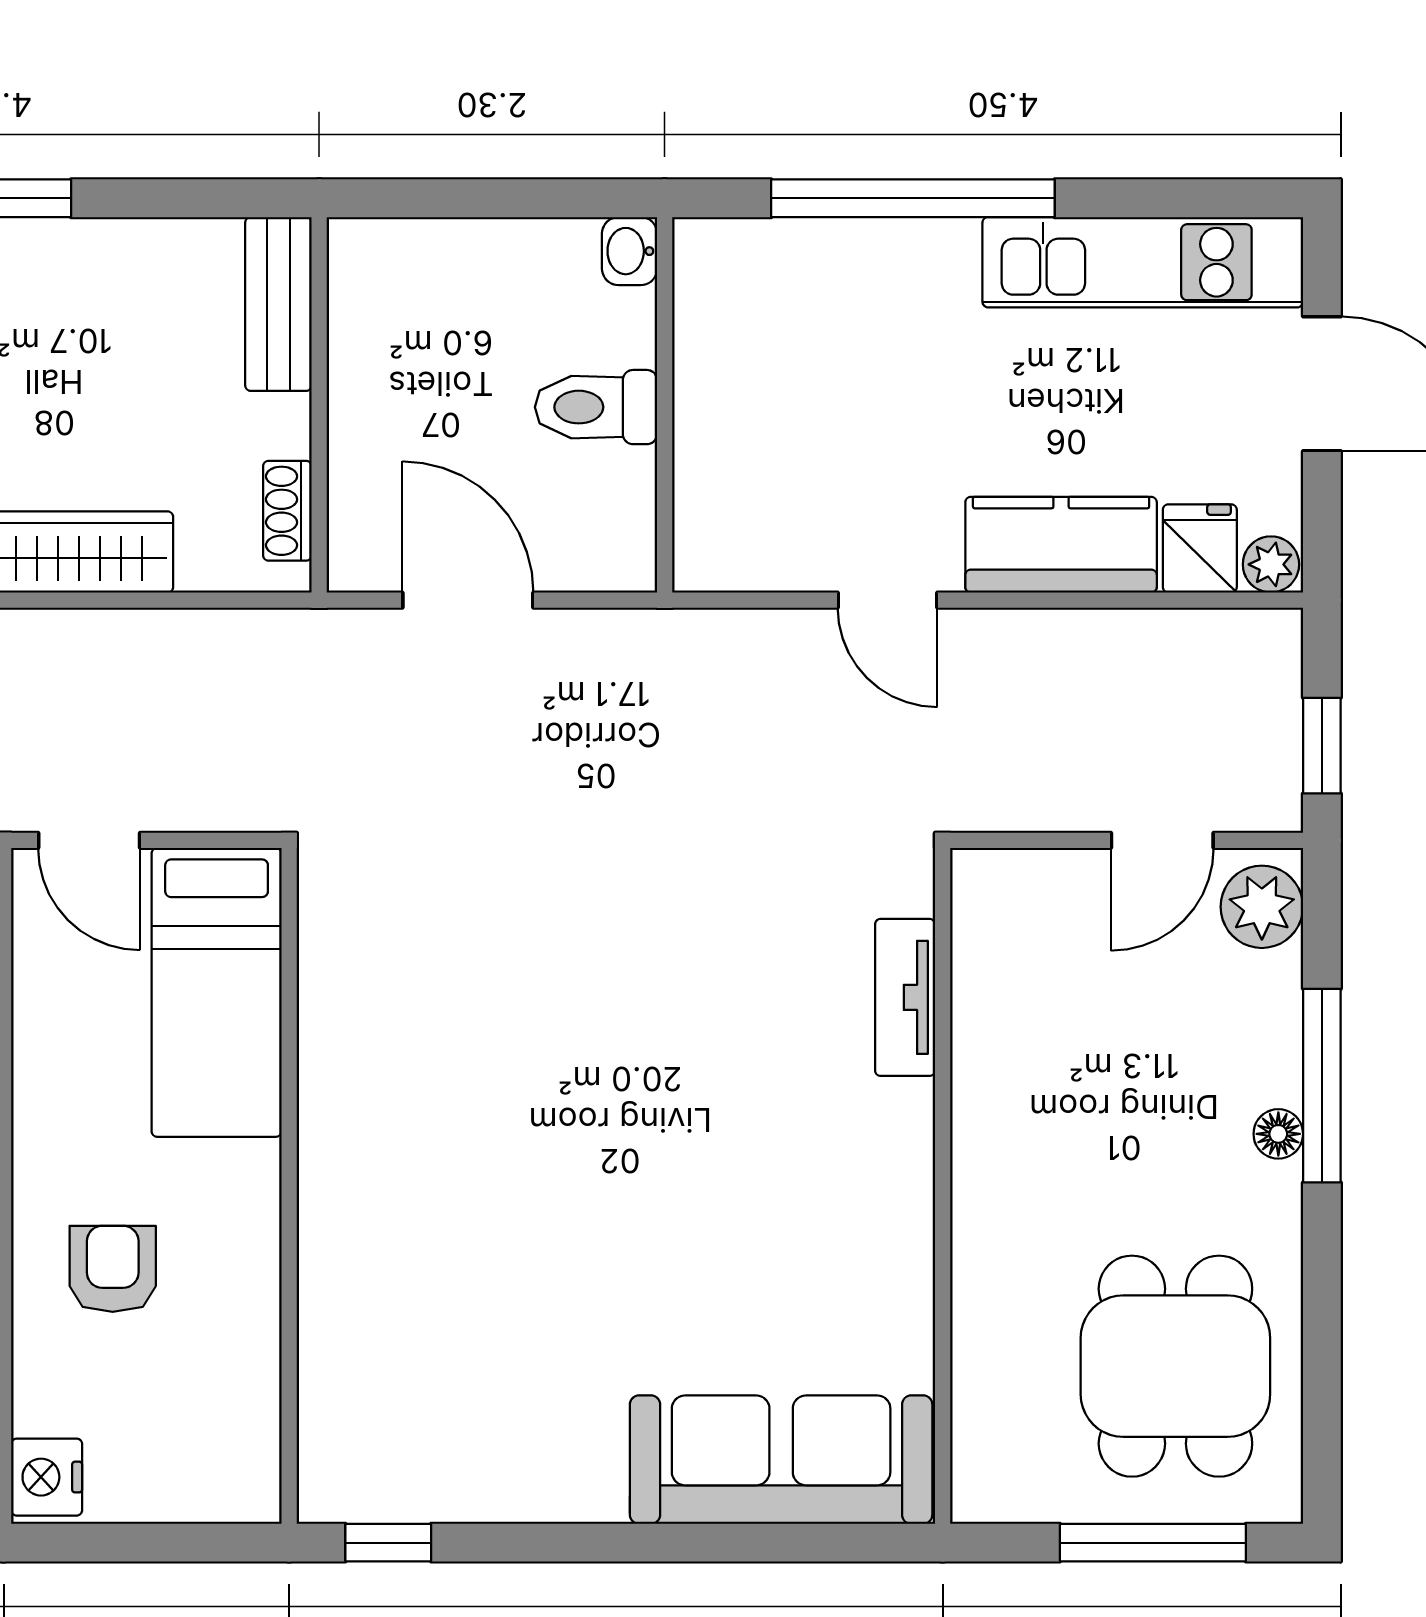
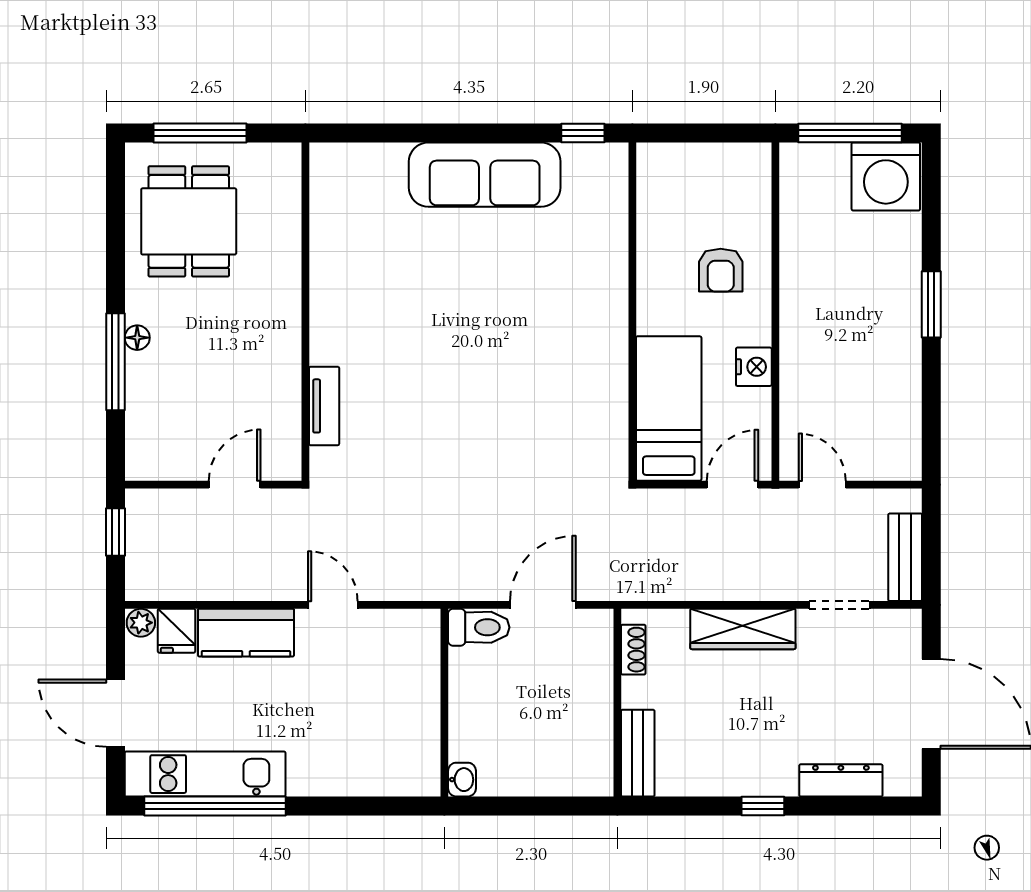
window: (913, 198) -> (215, 806), moved
toilet: (596, 407) -> (479, 627), moved
door: (468, 600) -> (543, 605), swing flipped
door: (89, 840) -> (732, 485), hinge flipped
door: (1162, 840) -> (235, 485), moved
plant: (1262, 907) -> (145, 451), removed
sofa: (781, 1460) -> (485, 175), moved
nightstand: (47, 1477) -> (754, 367), moved

